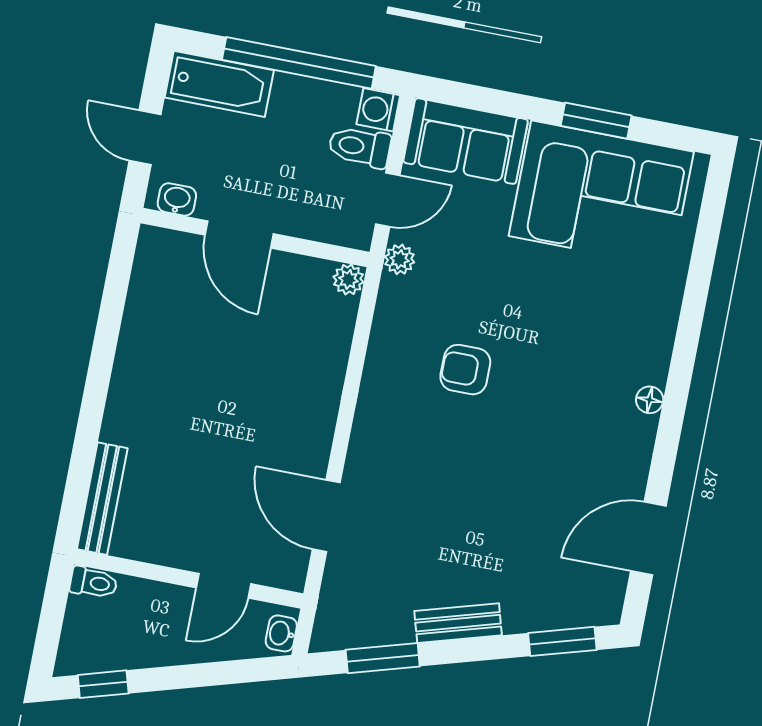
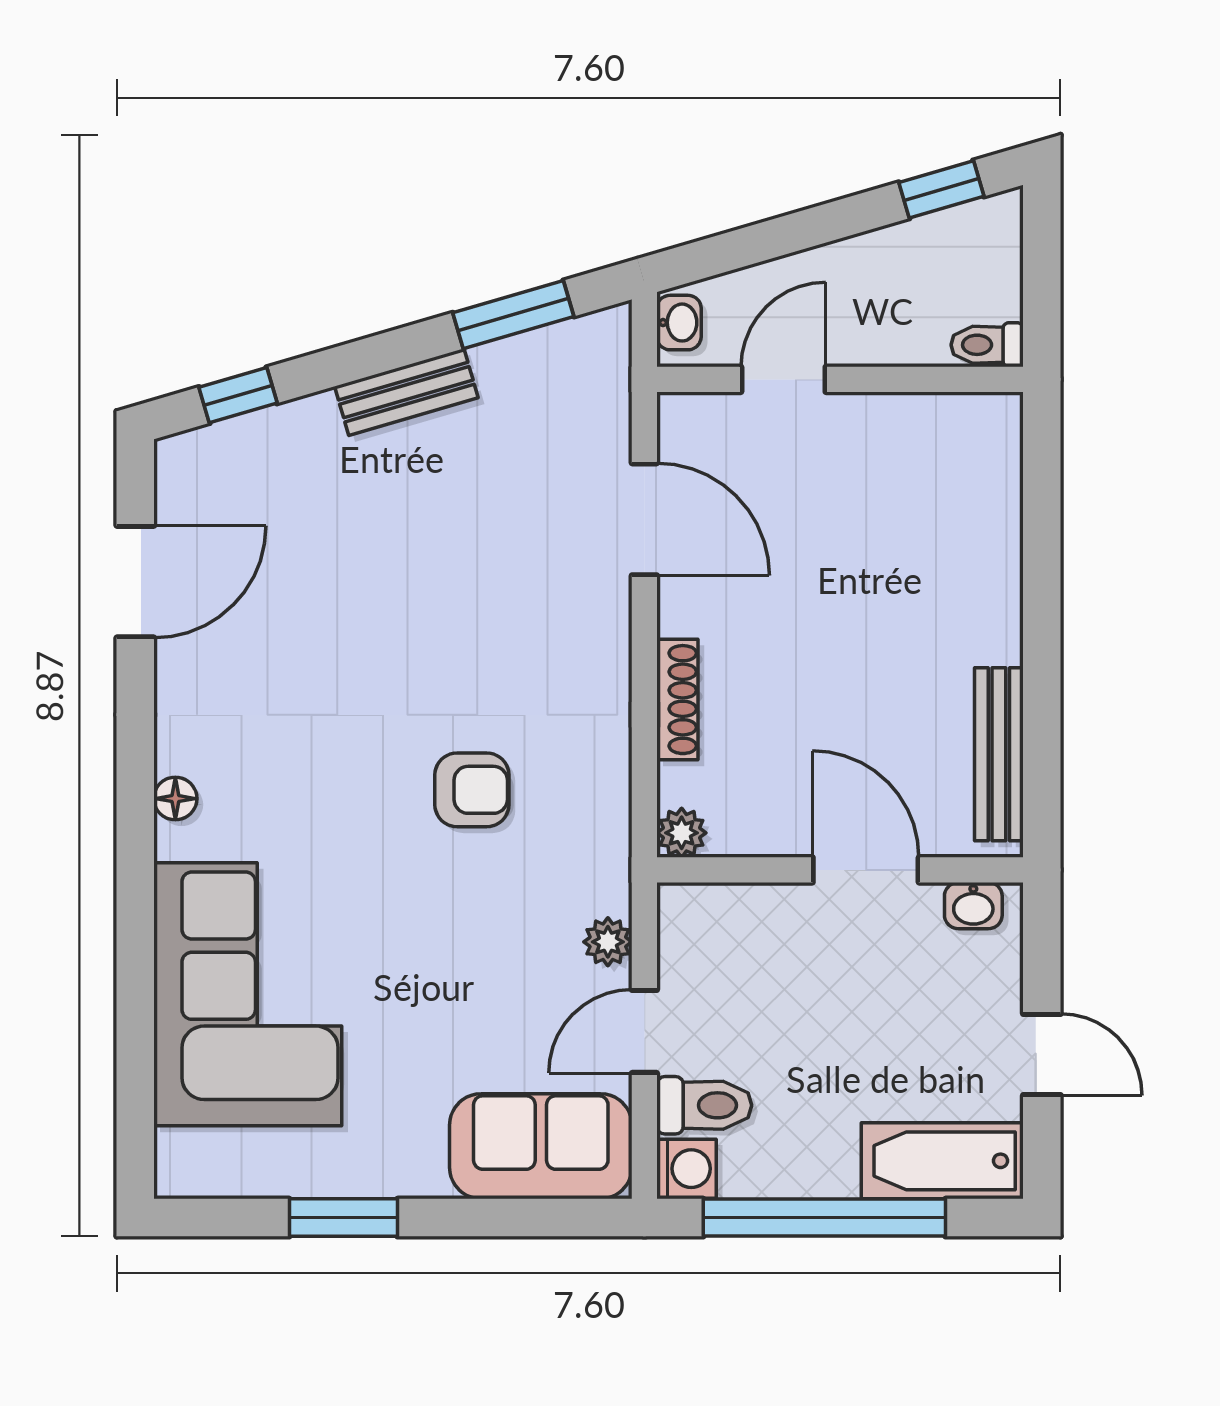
corner sofa: (601, 194) -> (248, 994), moved, turned 90
washbasin: (177, 199) -> (973, 906), moved
door: (239, 234) -> (866, 870), moved
wall: (255, 238) -> (840, 870), moved
plant: (348, 279) -> (682, 833), moved
shoe rack: (328, 401) -> (677, 700), added
bench: (102, 499) -> (999, 754), moved
window: (562, 641) -> (238, 395), width x0.67

